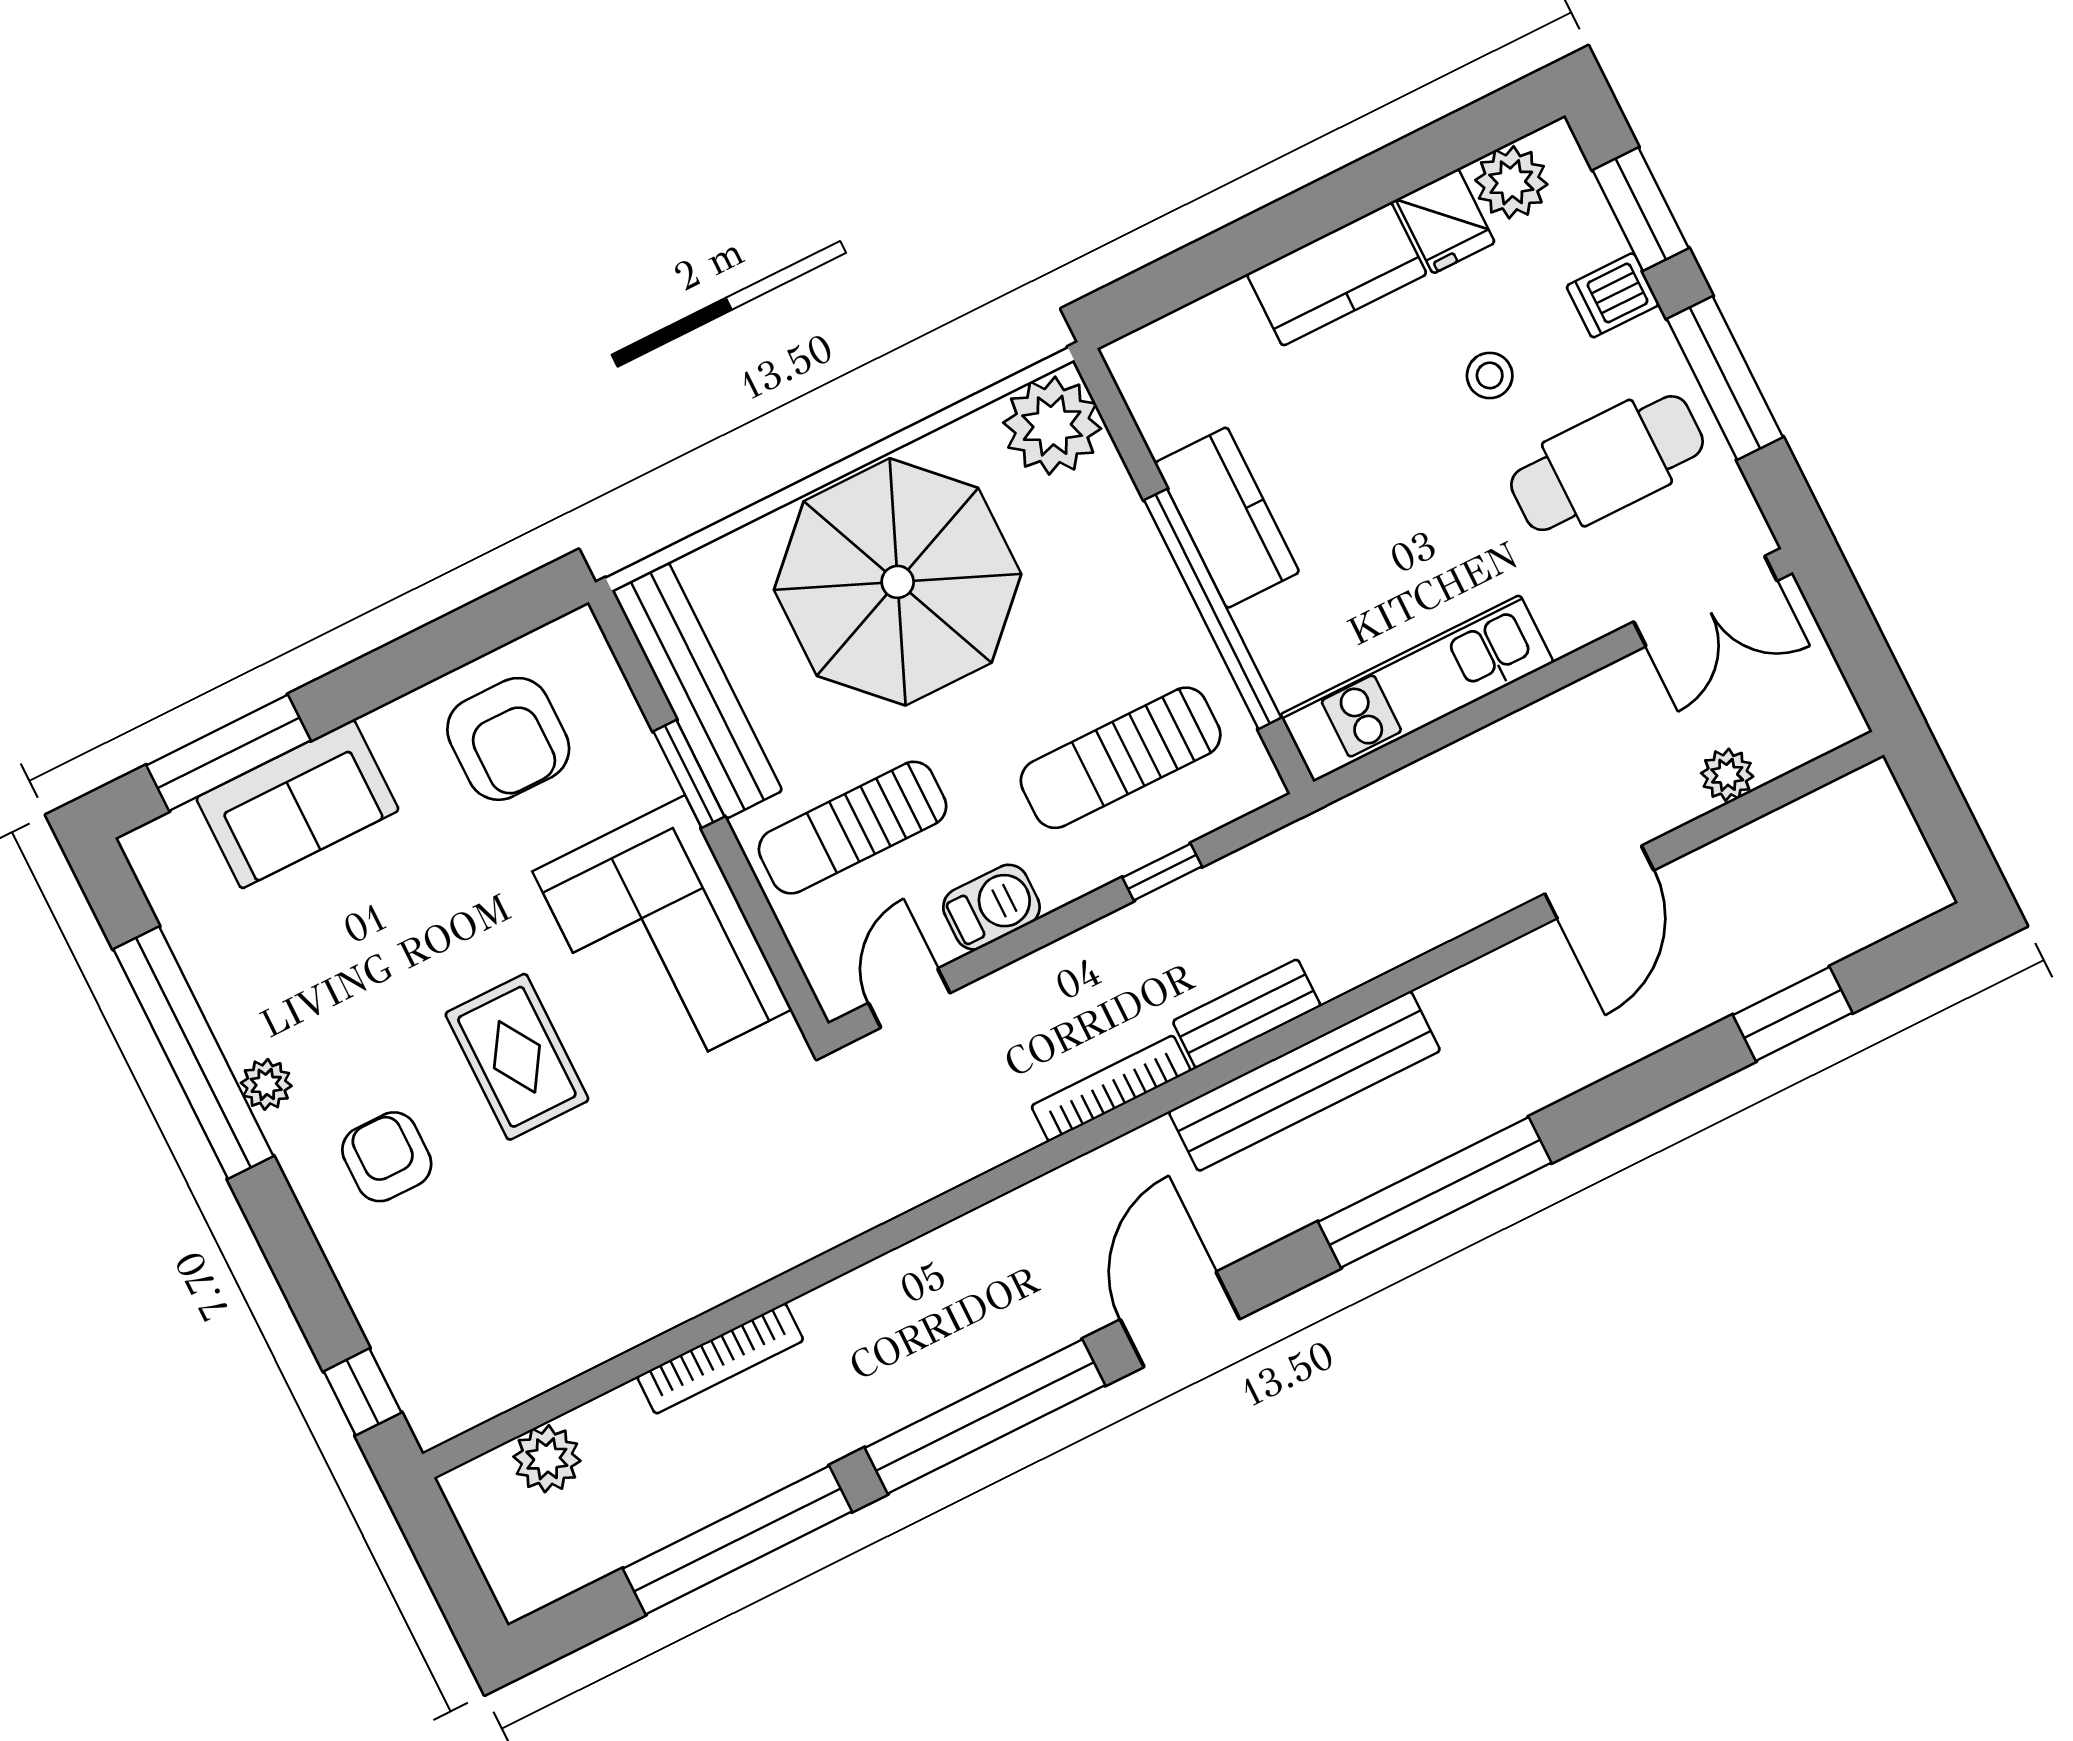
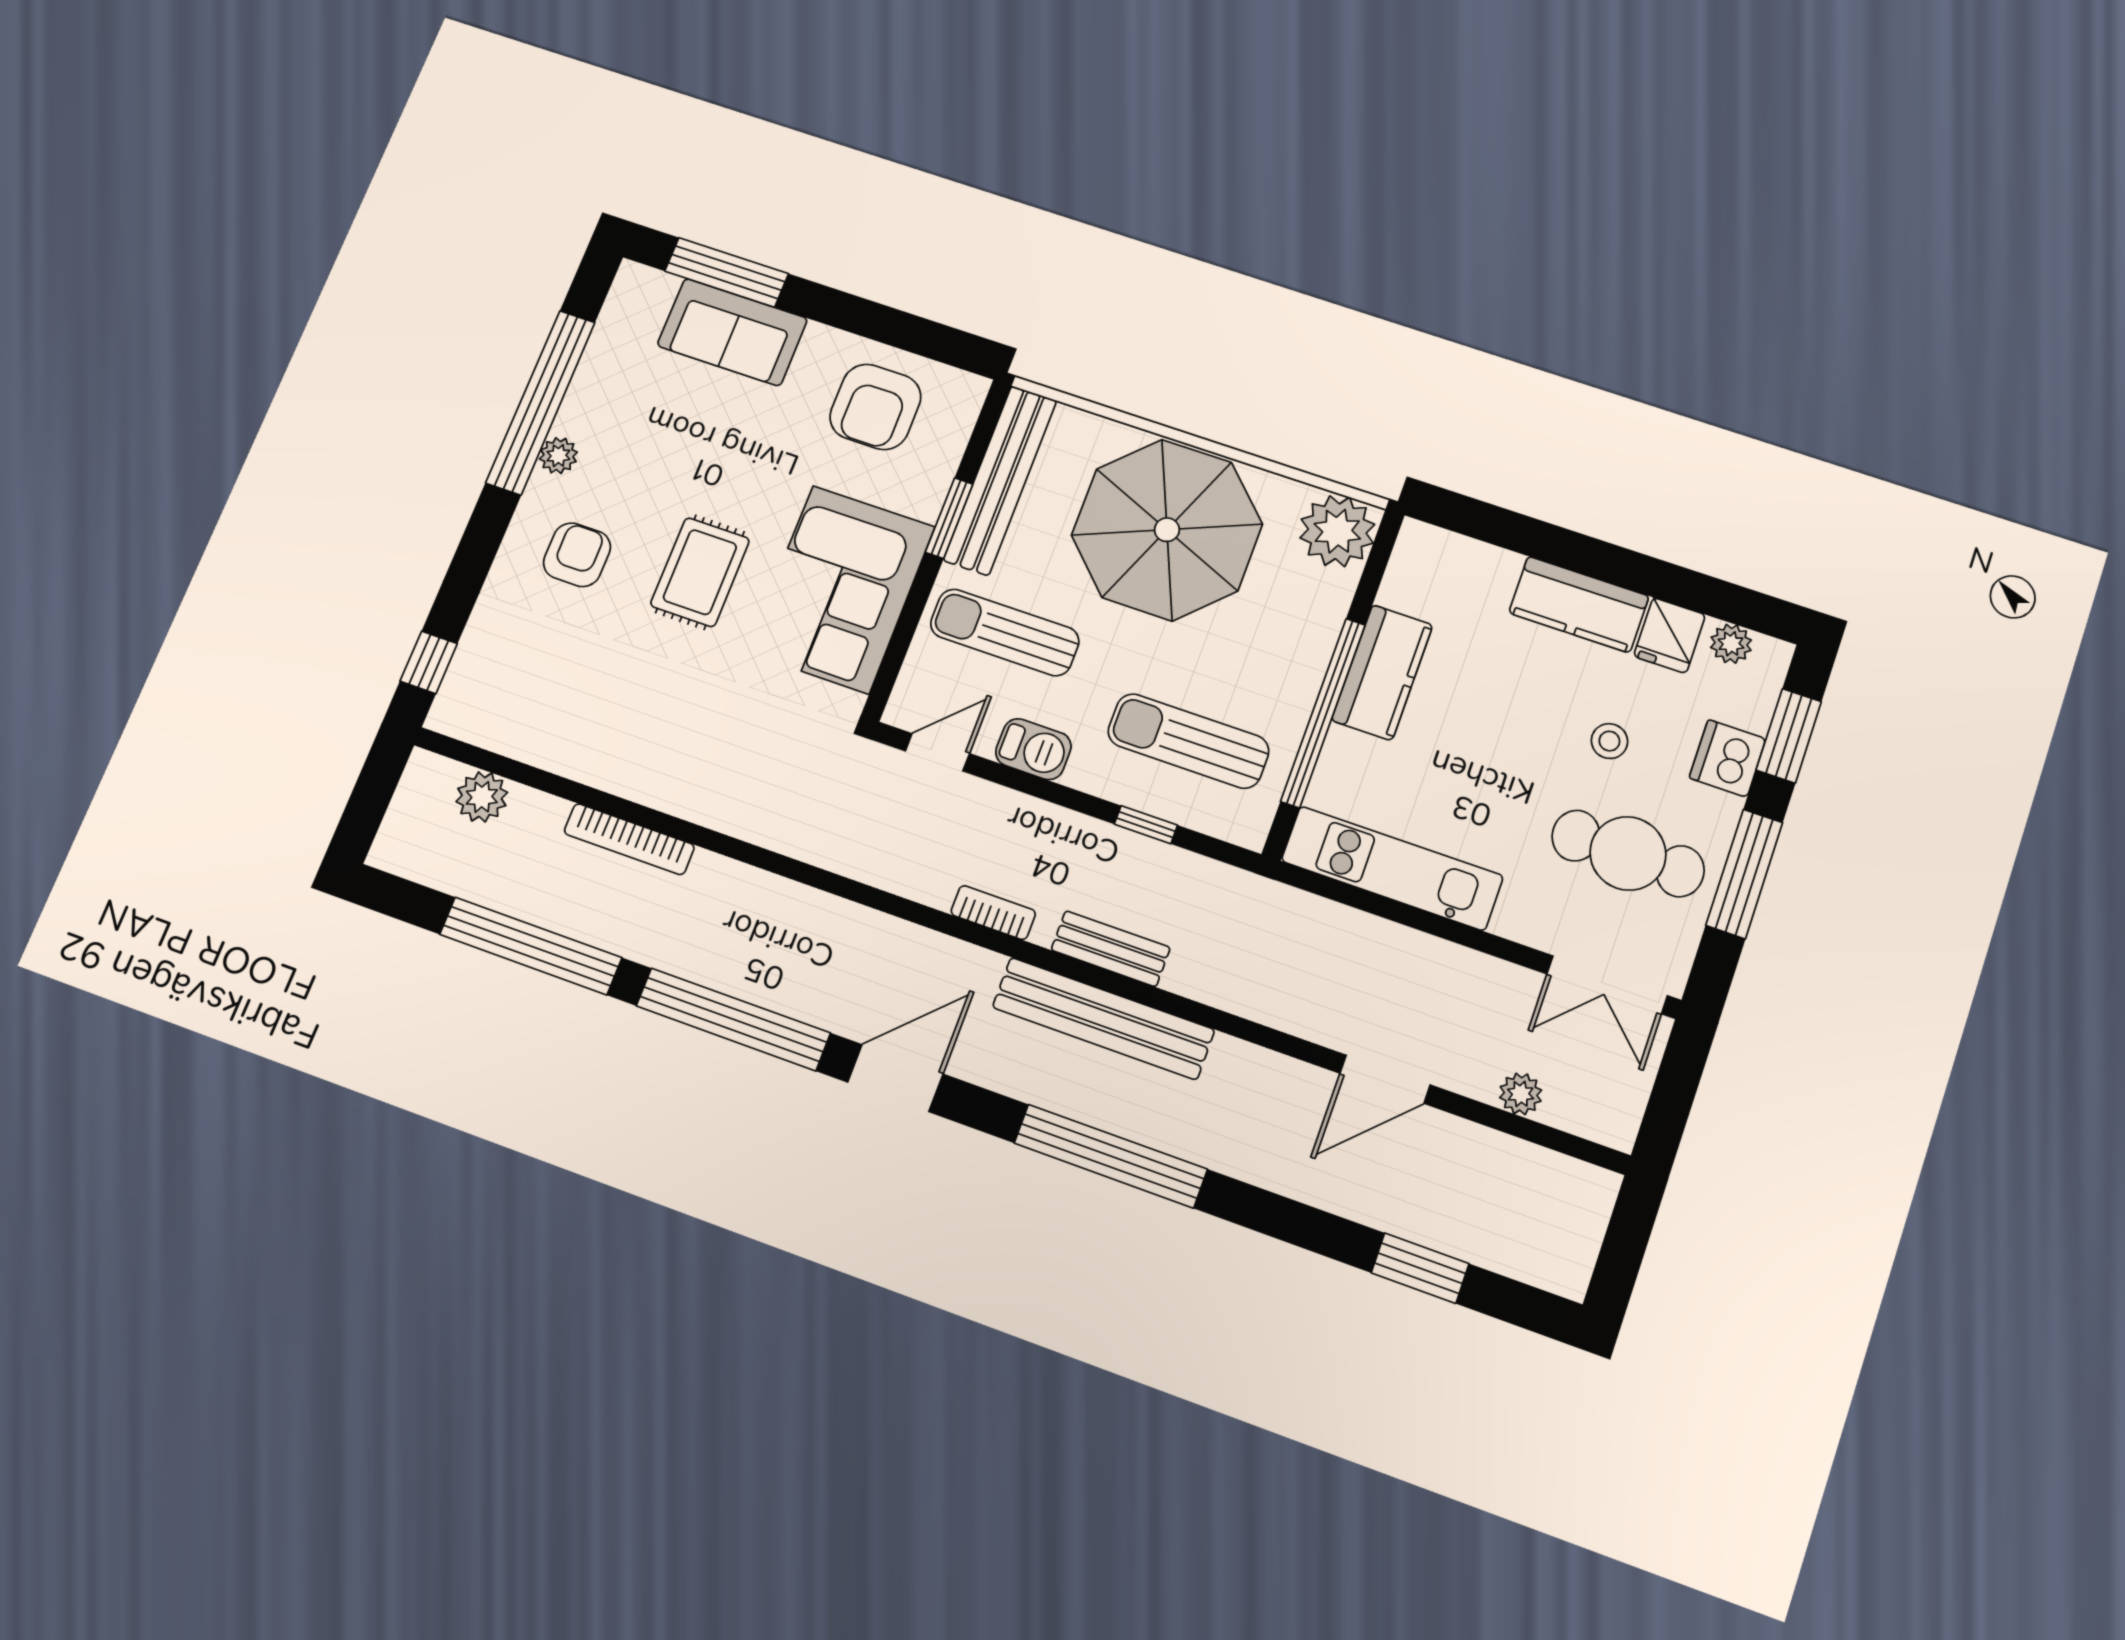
plant: (1511, 182) -> (1731, 644), width x0.73, depth x0.73
dishwasher: (1613, 295) -> (1728, 758), width x1.38
bookcase: (1111, 1089) -> (993, 913), width x0.64

